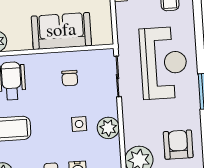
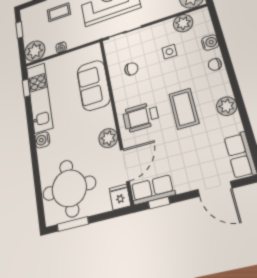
plant: (108, 128) -> (183, 23), moved

